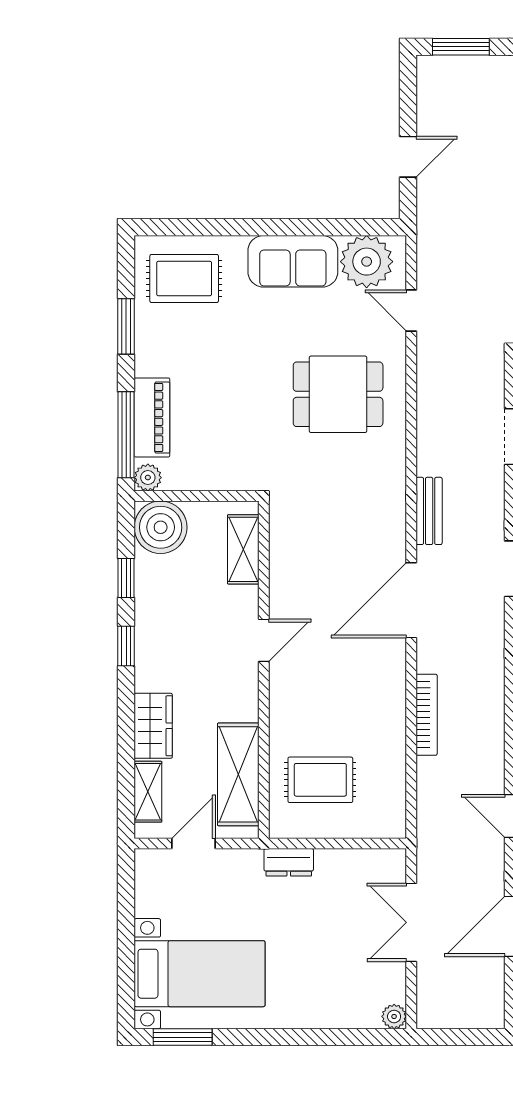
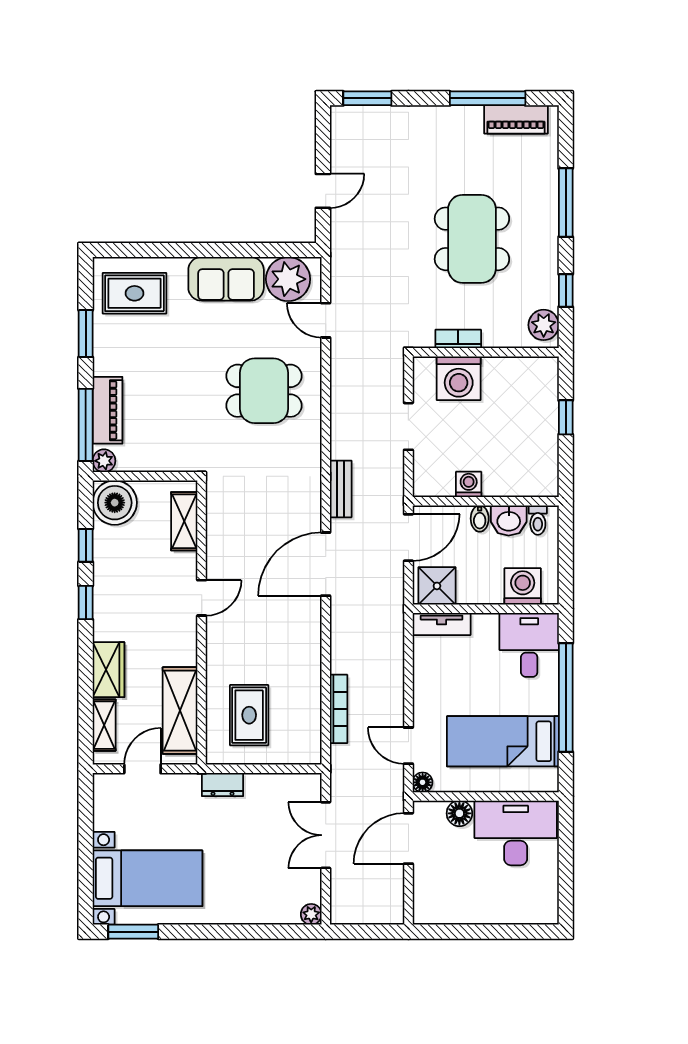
bookcase: (427, 715) -> (339, 709), moved
rug: (320, 780) -> (249, 715), turned 90

